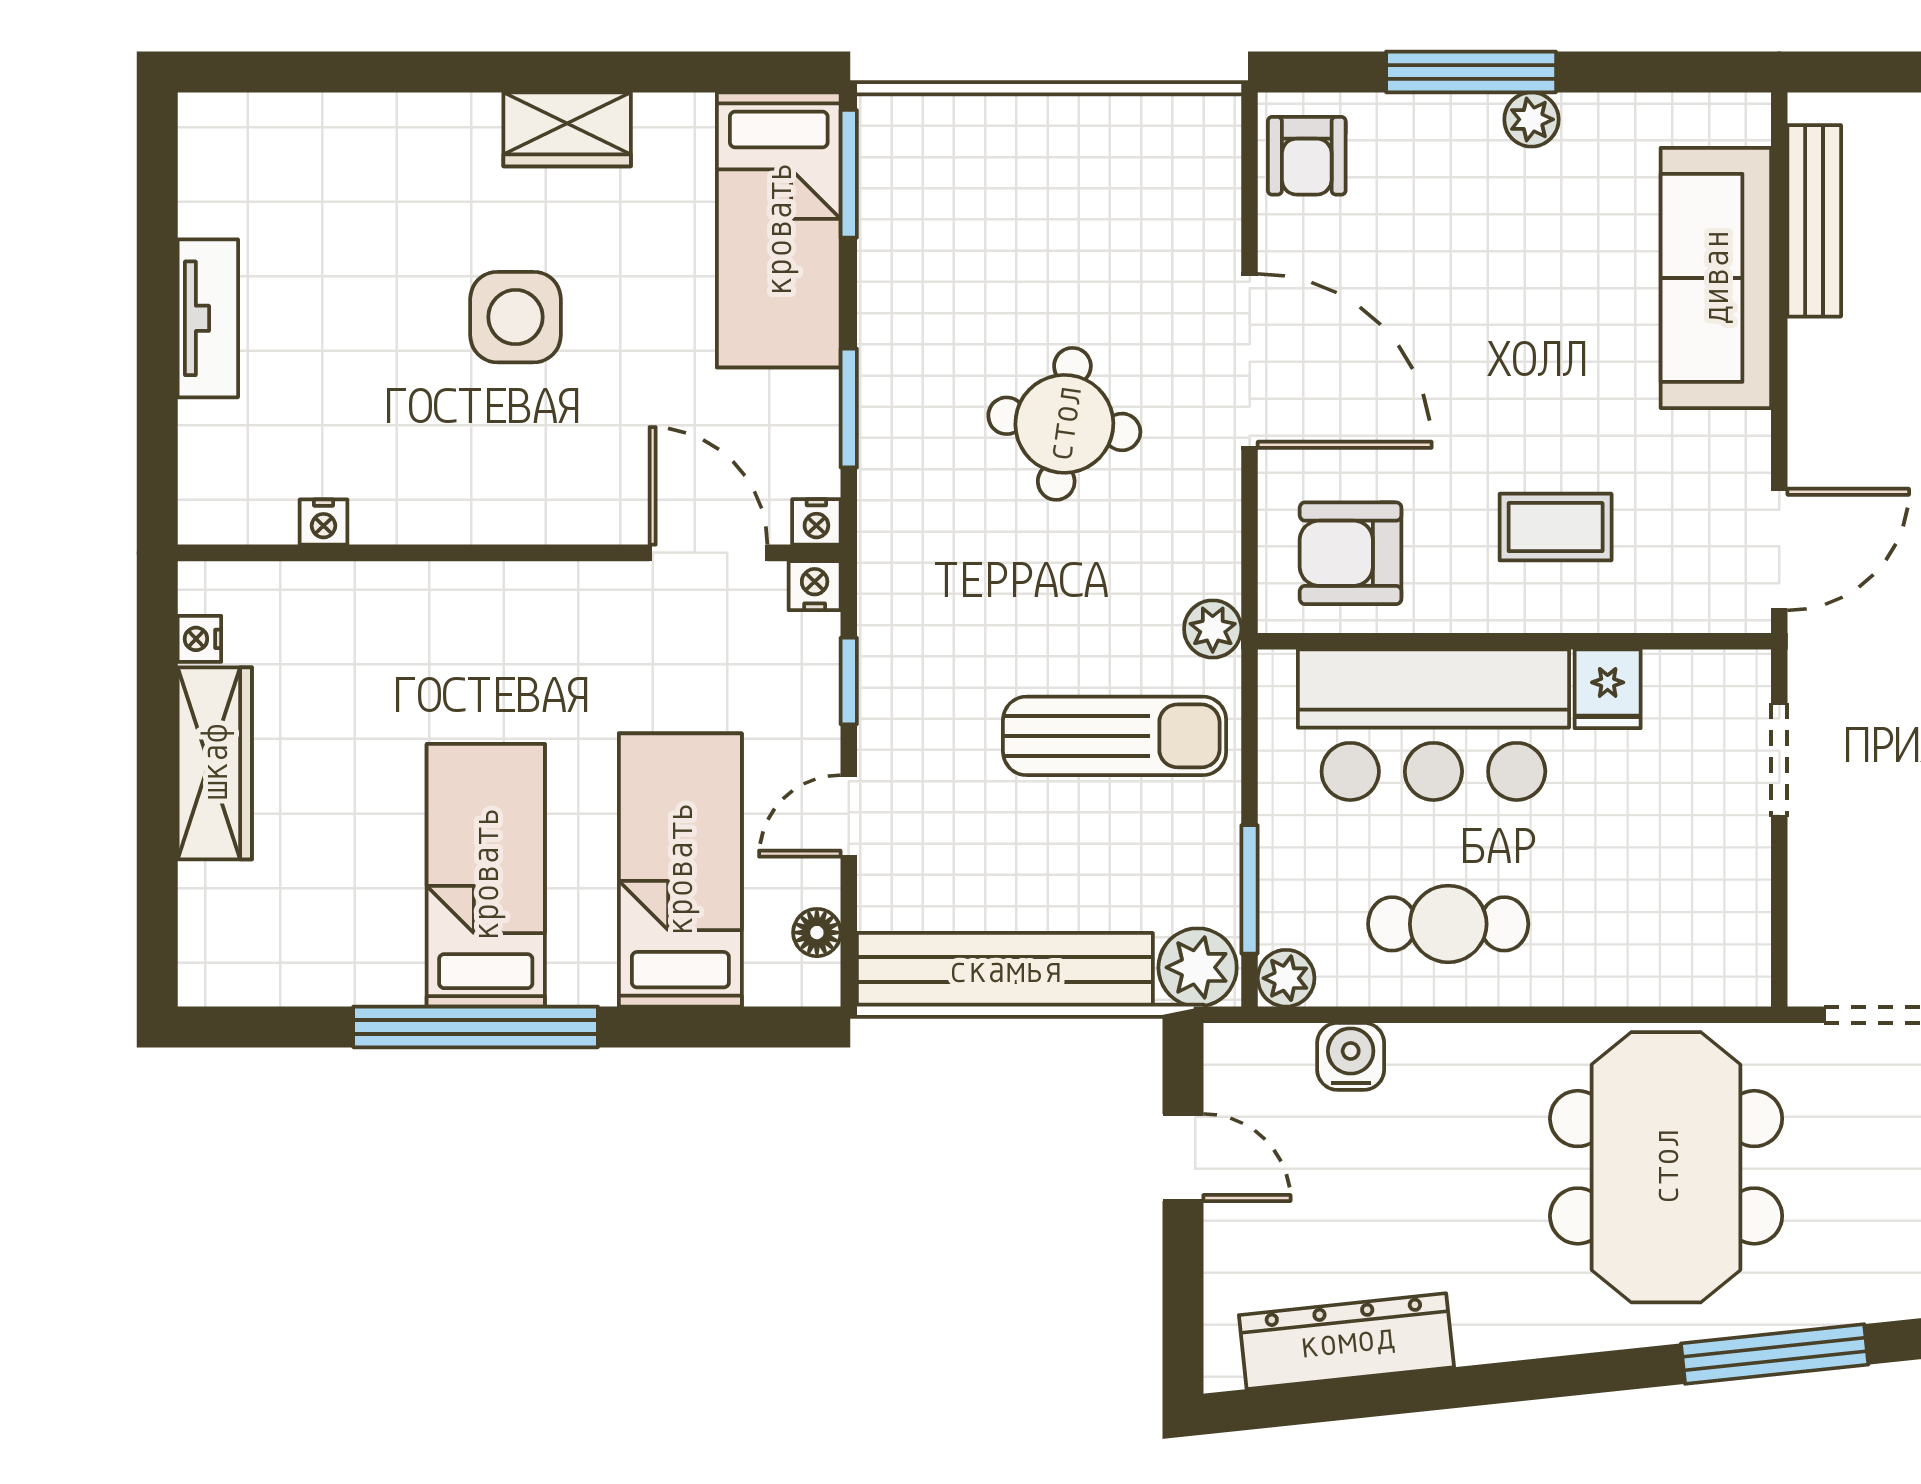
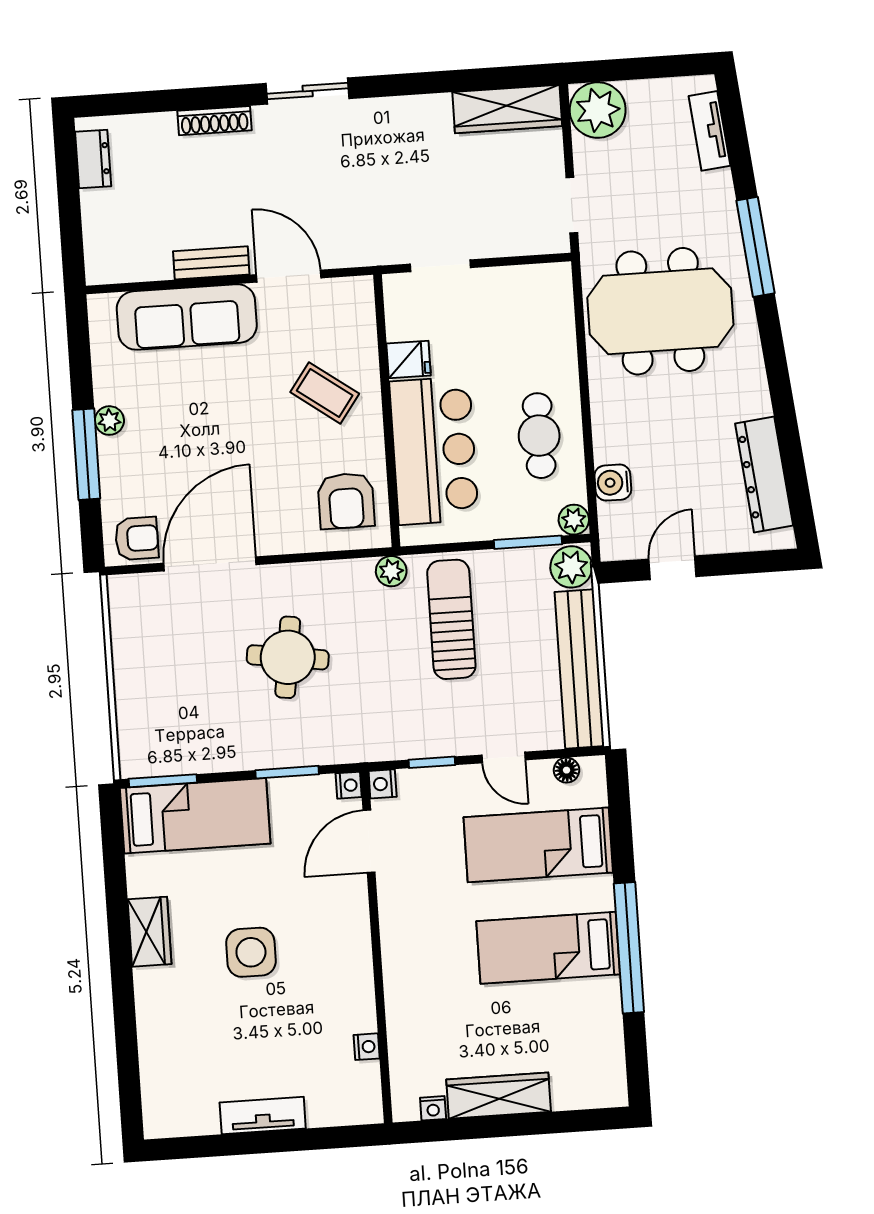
bench: (1814, 221) -> (211, 263), moved, width x0.73
door: (1250, 361) -> (210, 564), moved
coffee table: (1556, 527) -> (325, 393), turned -54
door: (1779, 550) -> (289, 276), moved

